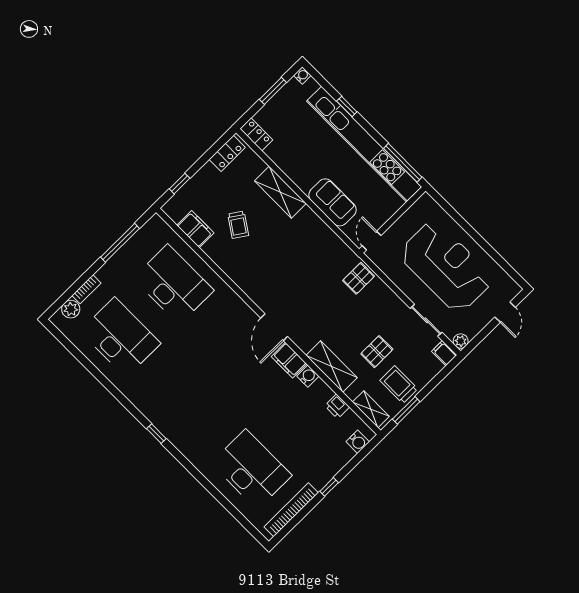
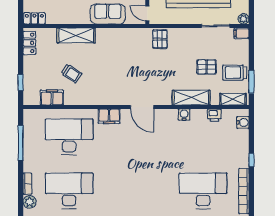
pallet: (377, 352) -> (207, 67), turned 90
filing cabinet: (289, 360) -> (109, 116), moved

